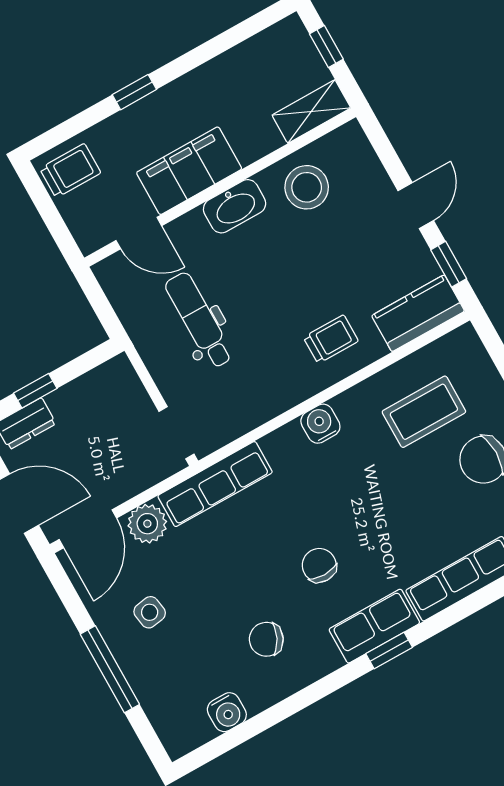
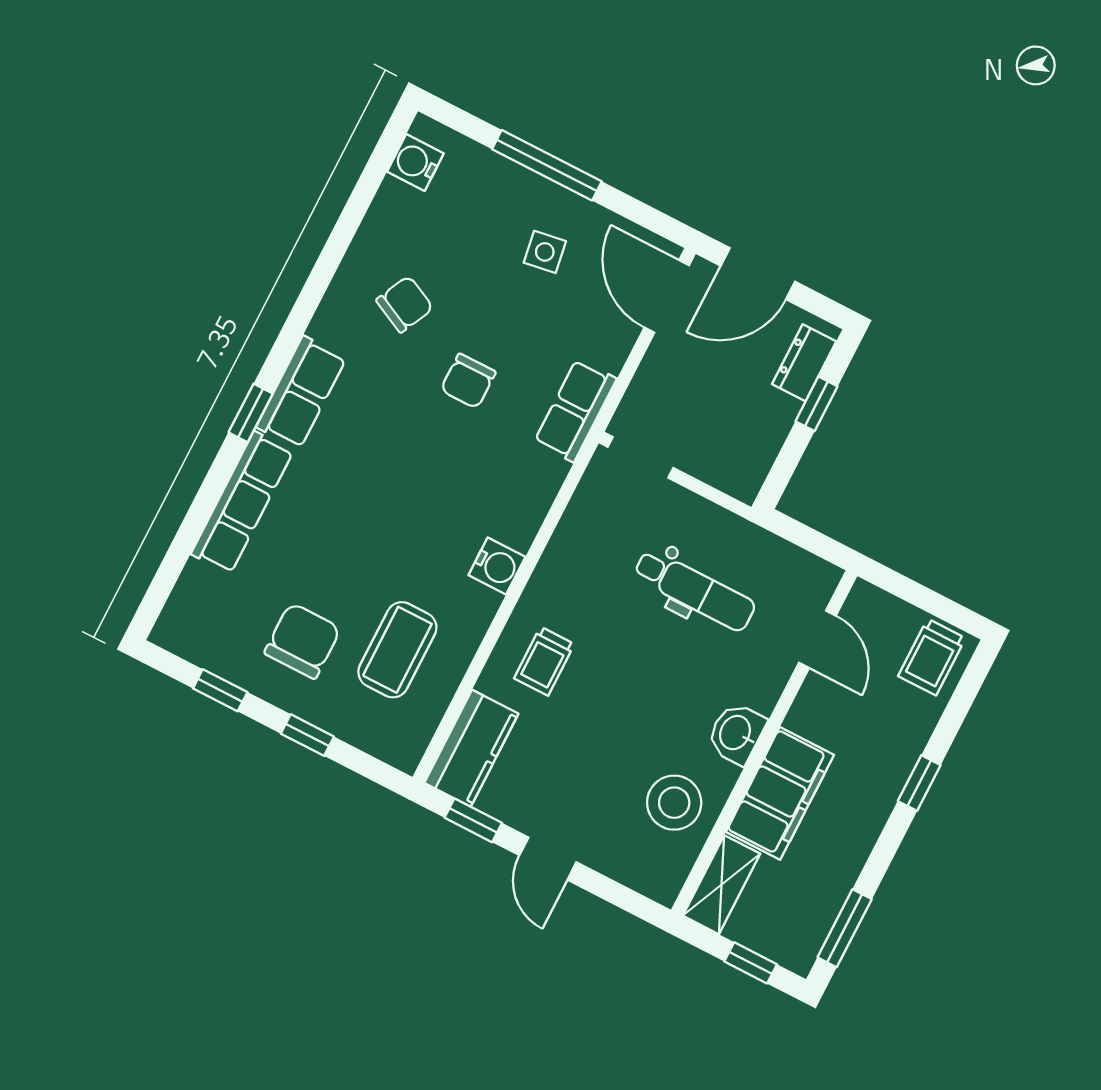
window: (248, 28) -> (845, 928), added
filing cabinet: (189, 171) -> (780, 793), moved
washbasin: (235, 206) -> (736, 733), width x0.72
door: (139, 233) -> (817, 639), swing flipped
row of seats: (215, 484) -> (575, 410), width x0.68
plant: (147, 524) -> (608, 343), removed
chair: (319, 565) -> (468, 381), moved, turned 90
window: (389, 651) -> (251, 413), moved
water cooler: (227, 712) -> (415, 163), moved

